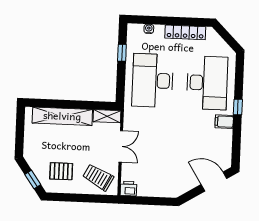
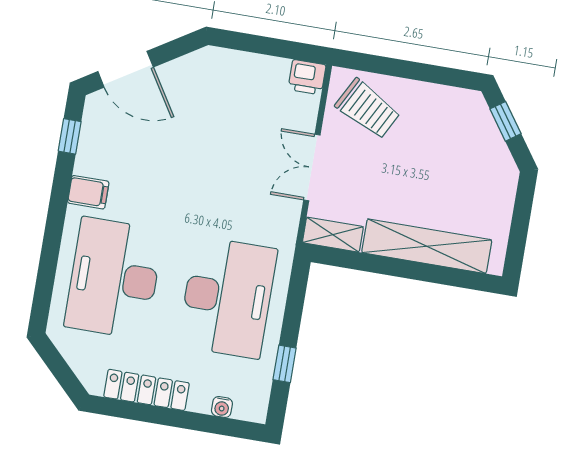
window: (238, 107) -> (70, 136), moved
pallet: (61, 171) -> (444, 131), removed

